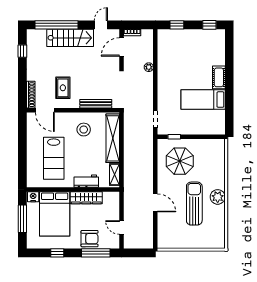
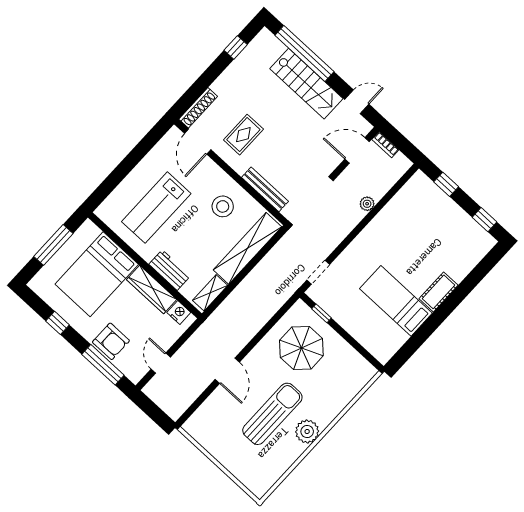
nightstand: (33, 197) -> (179, 312), moved

